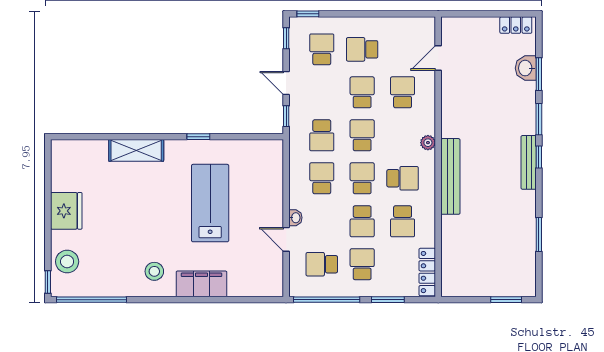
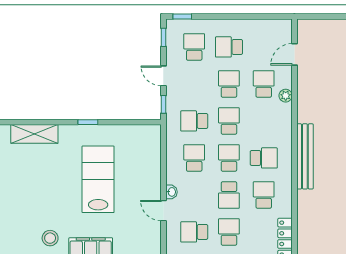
school desk: (322, 135) -> (194, 121), turned 90
plant: (428, 143) -> (286, 96), moved
school desk: (403, 221) -> (264, 195), turned 180

